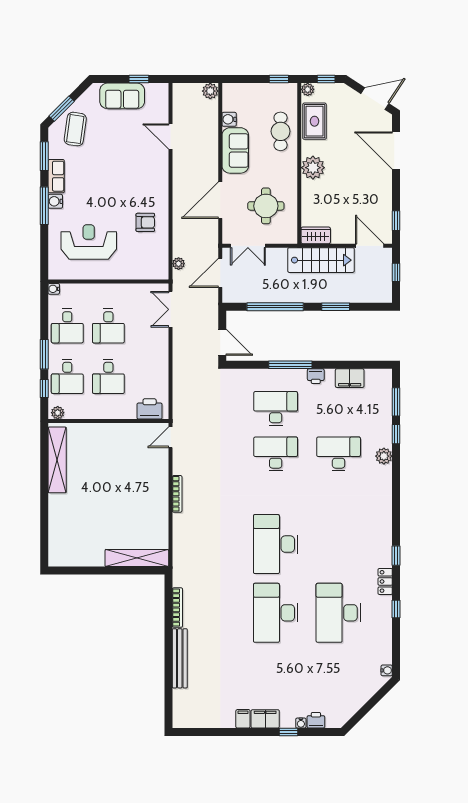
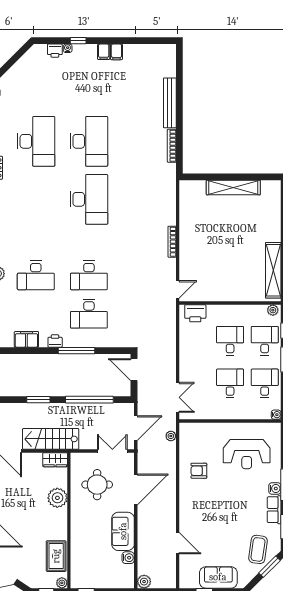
cafe table: (281, 131) -> (85, 548), removed
plant: (313, 168) -> (57, 498), moved
shelving: (137, 558) -> (233, 188), moved
filing cabinet: (265, 719) -> (104, 52), width x0.50

